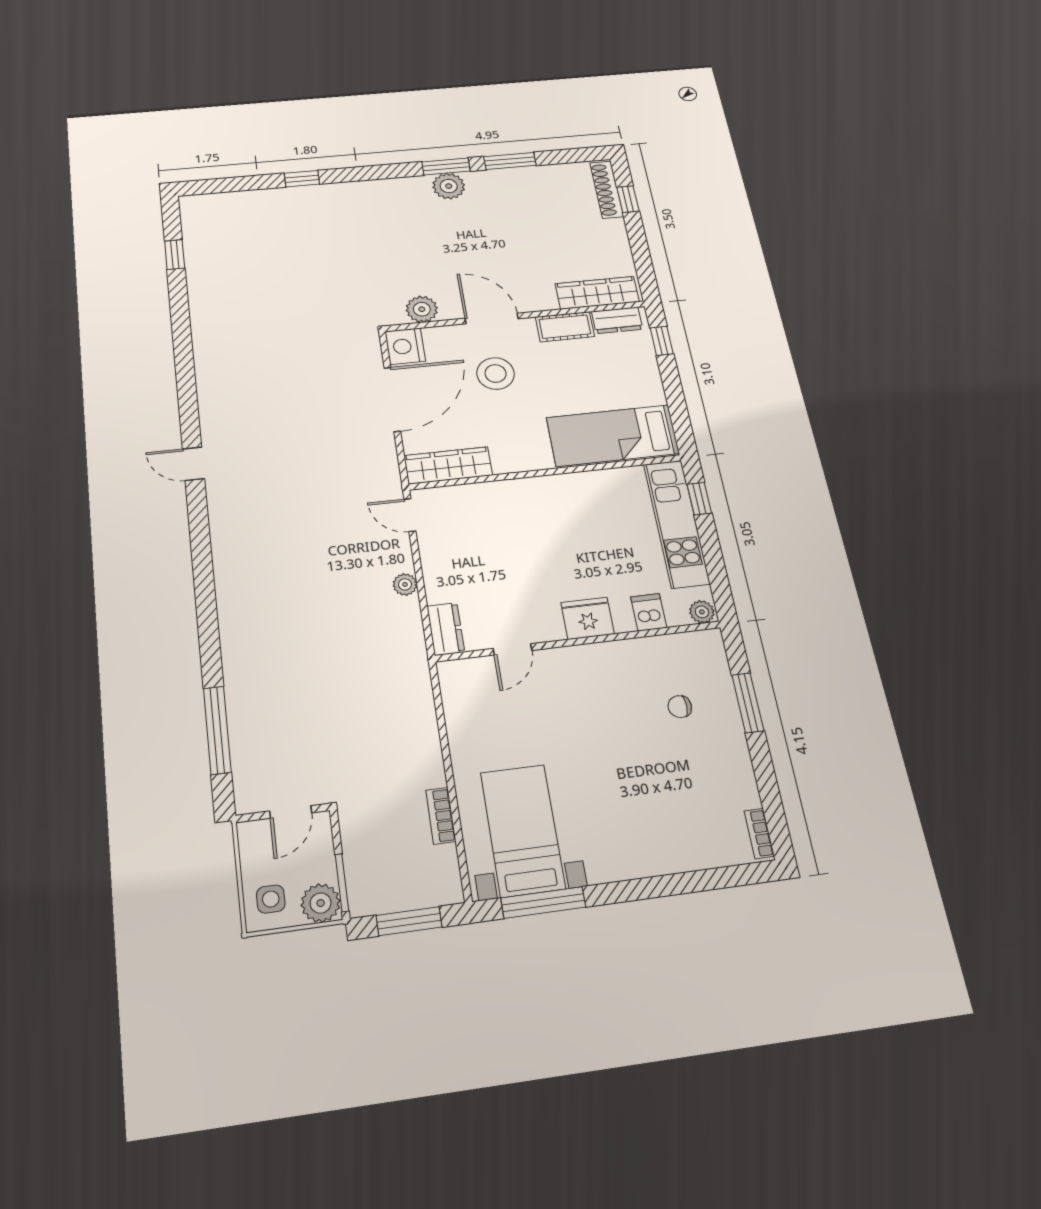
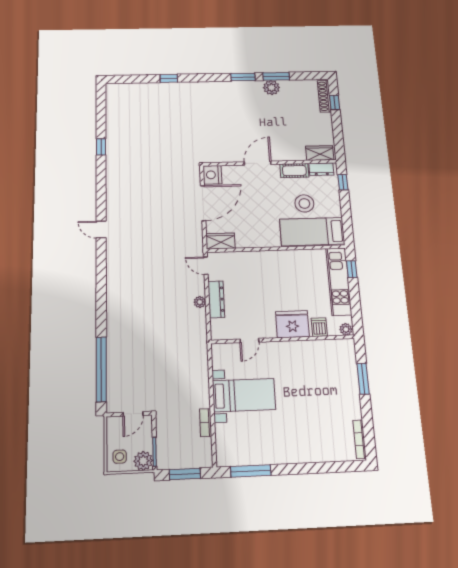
plant: (449, 186) -> (271, 88), moved
window: (175, 255) -> (101, 147), moved
wardrobe: (597, 293) -> (320, 153), width x0.67
plant: (422, 309) -> (223, 155), removed
door: (492, 319) -> (258, 163), hinge flipped
stool: (496, 374) -> (304, 203), moved
wardrobe: (448, 465) -> (220, 241), width x0.67
fridge: (588, 618) -> (292, 324), width x1.36, depth x1.34
dresser: (446, 629) -> (216, 299), moved, width x1.44
chair: (680, 707) -> (329, 378), removed
window: (217, 730) -> (101, 369), width x1.46
bed with nightstands: (523, 830) -> (244, 395), moved, turned 90
bookcase: (759, 834) -> (360, 439), width x1.56

